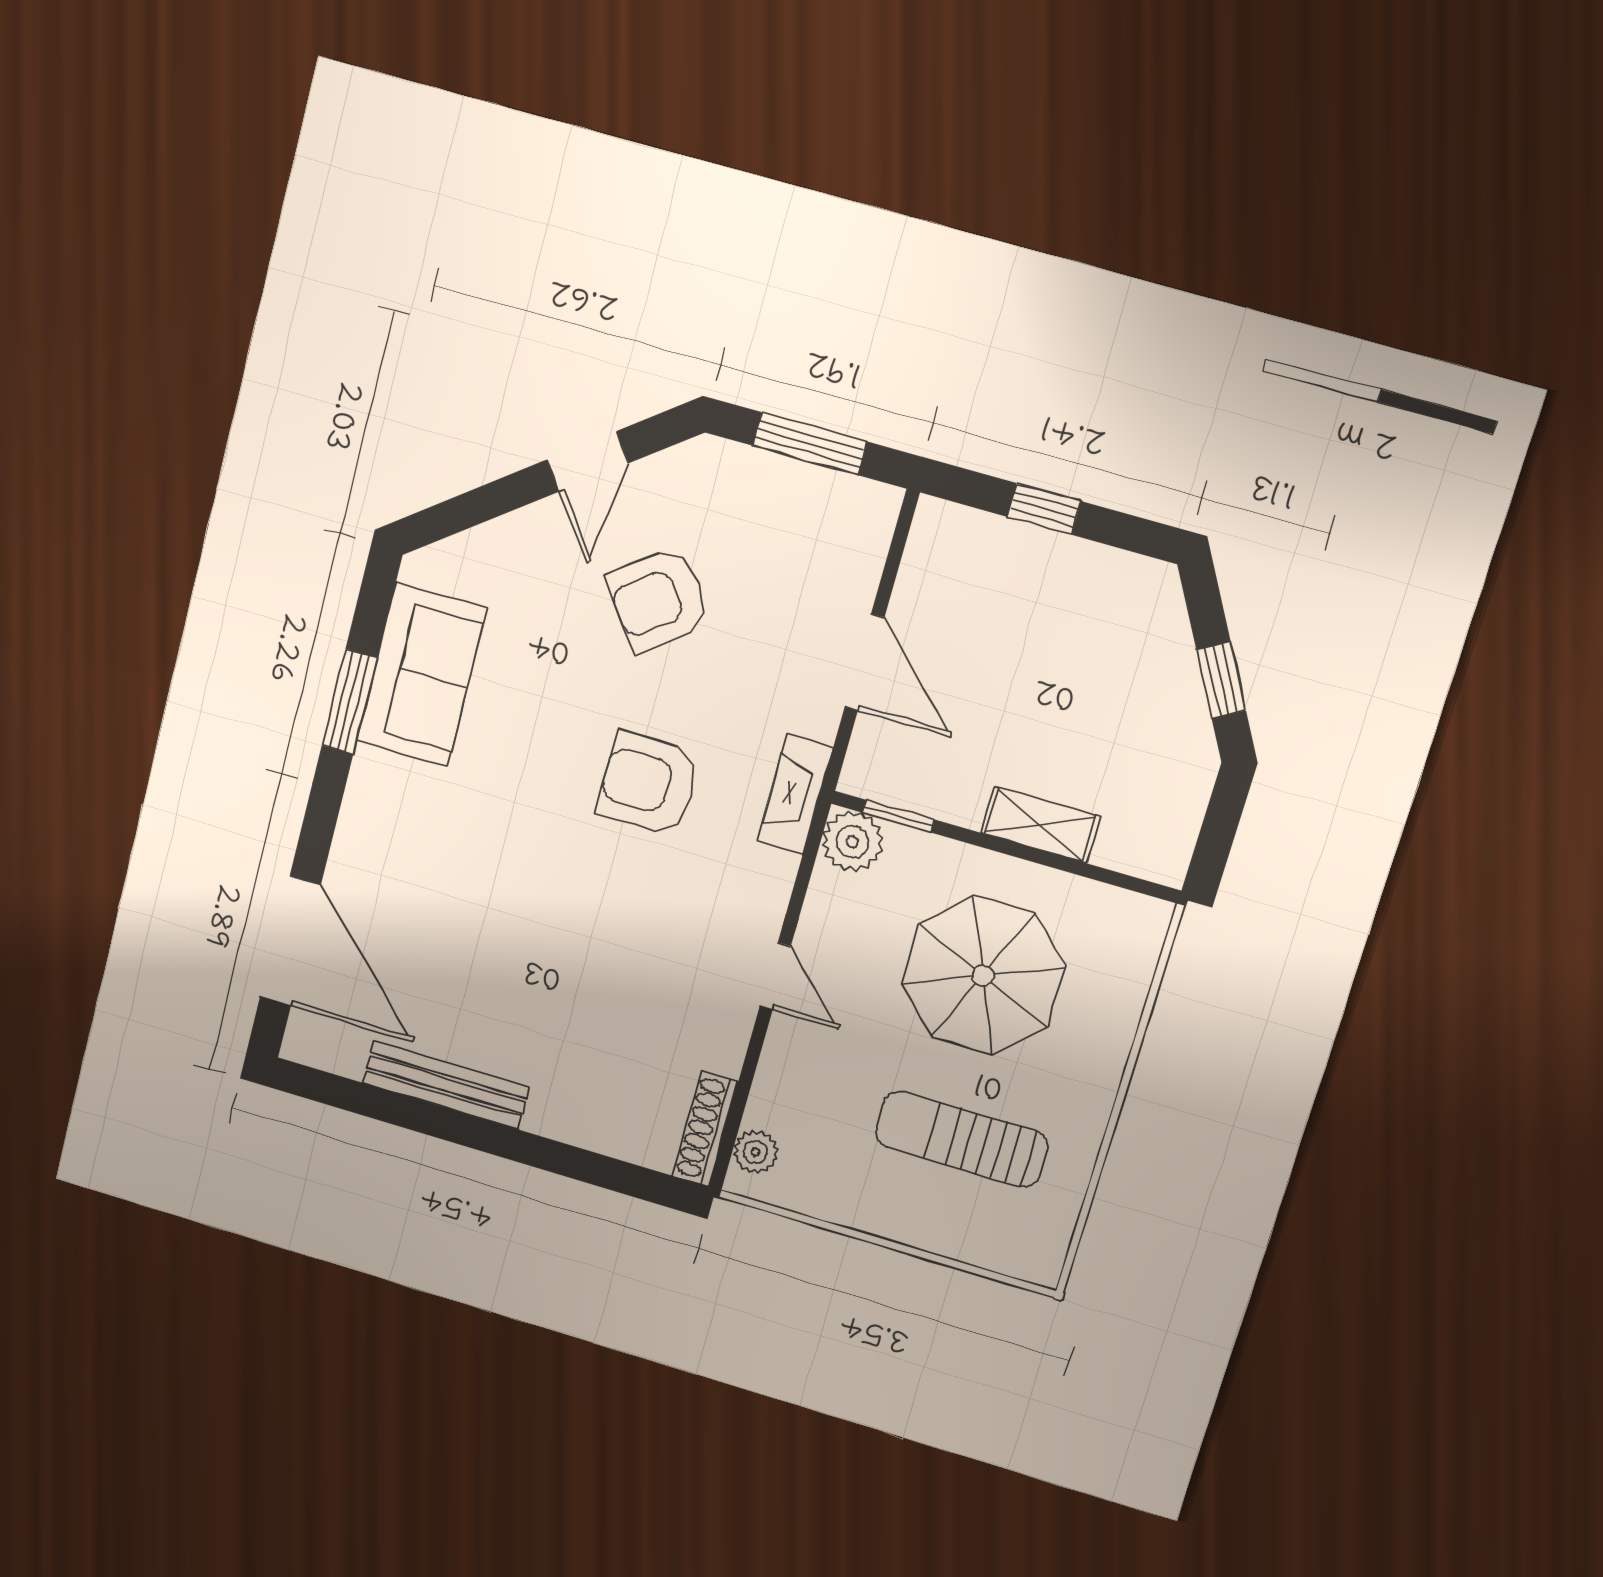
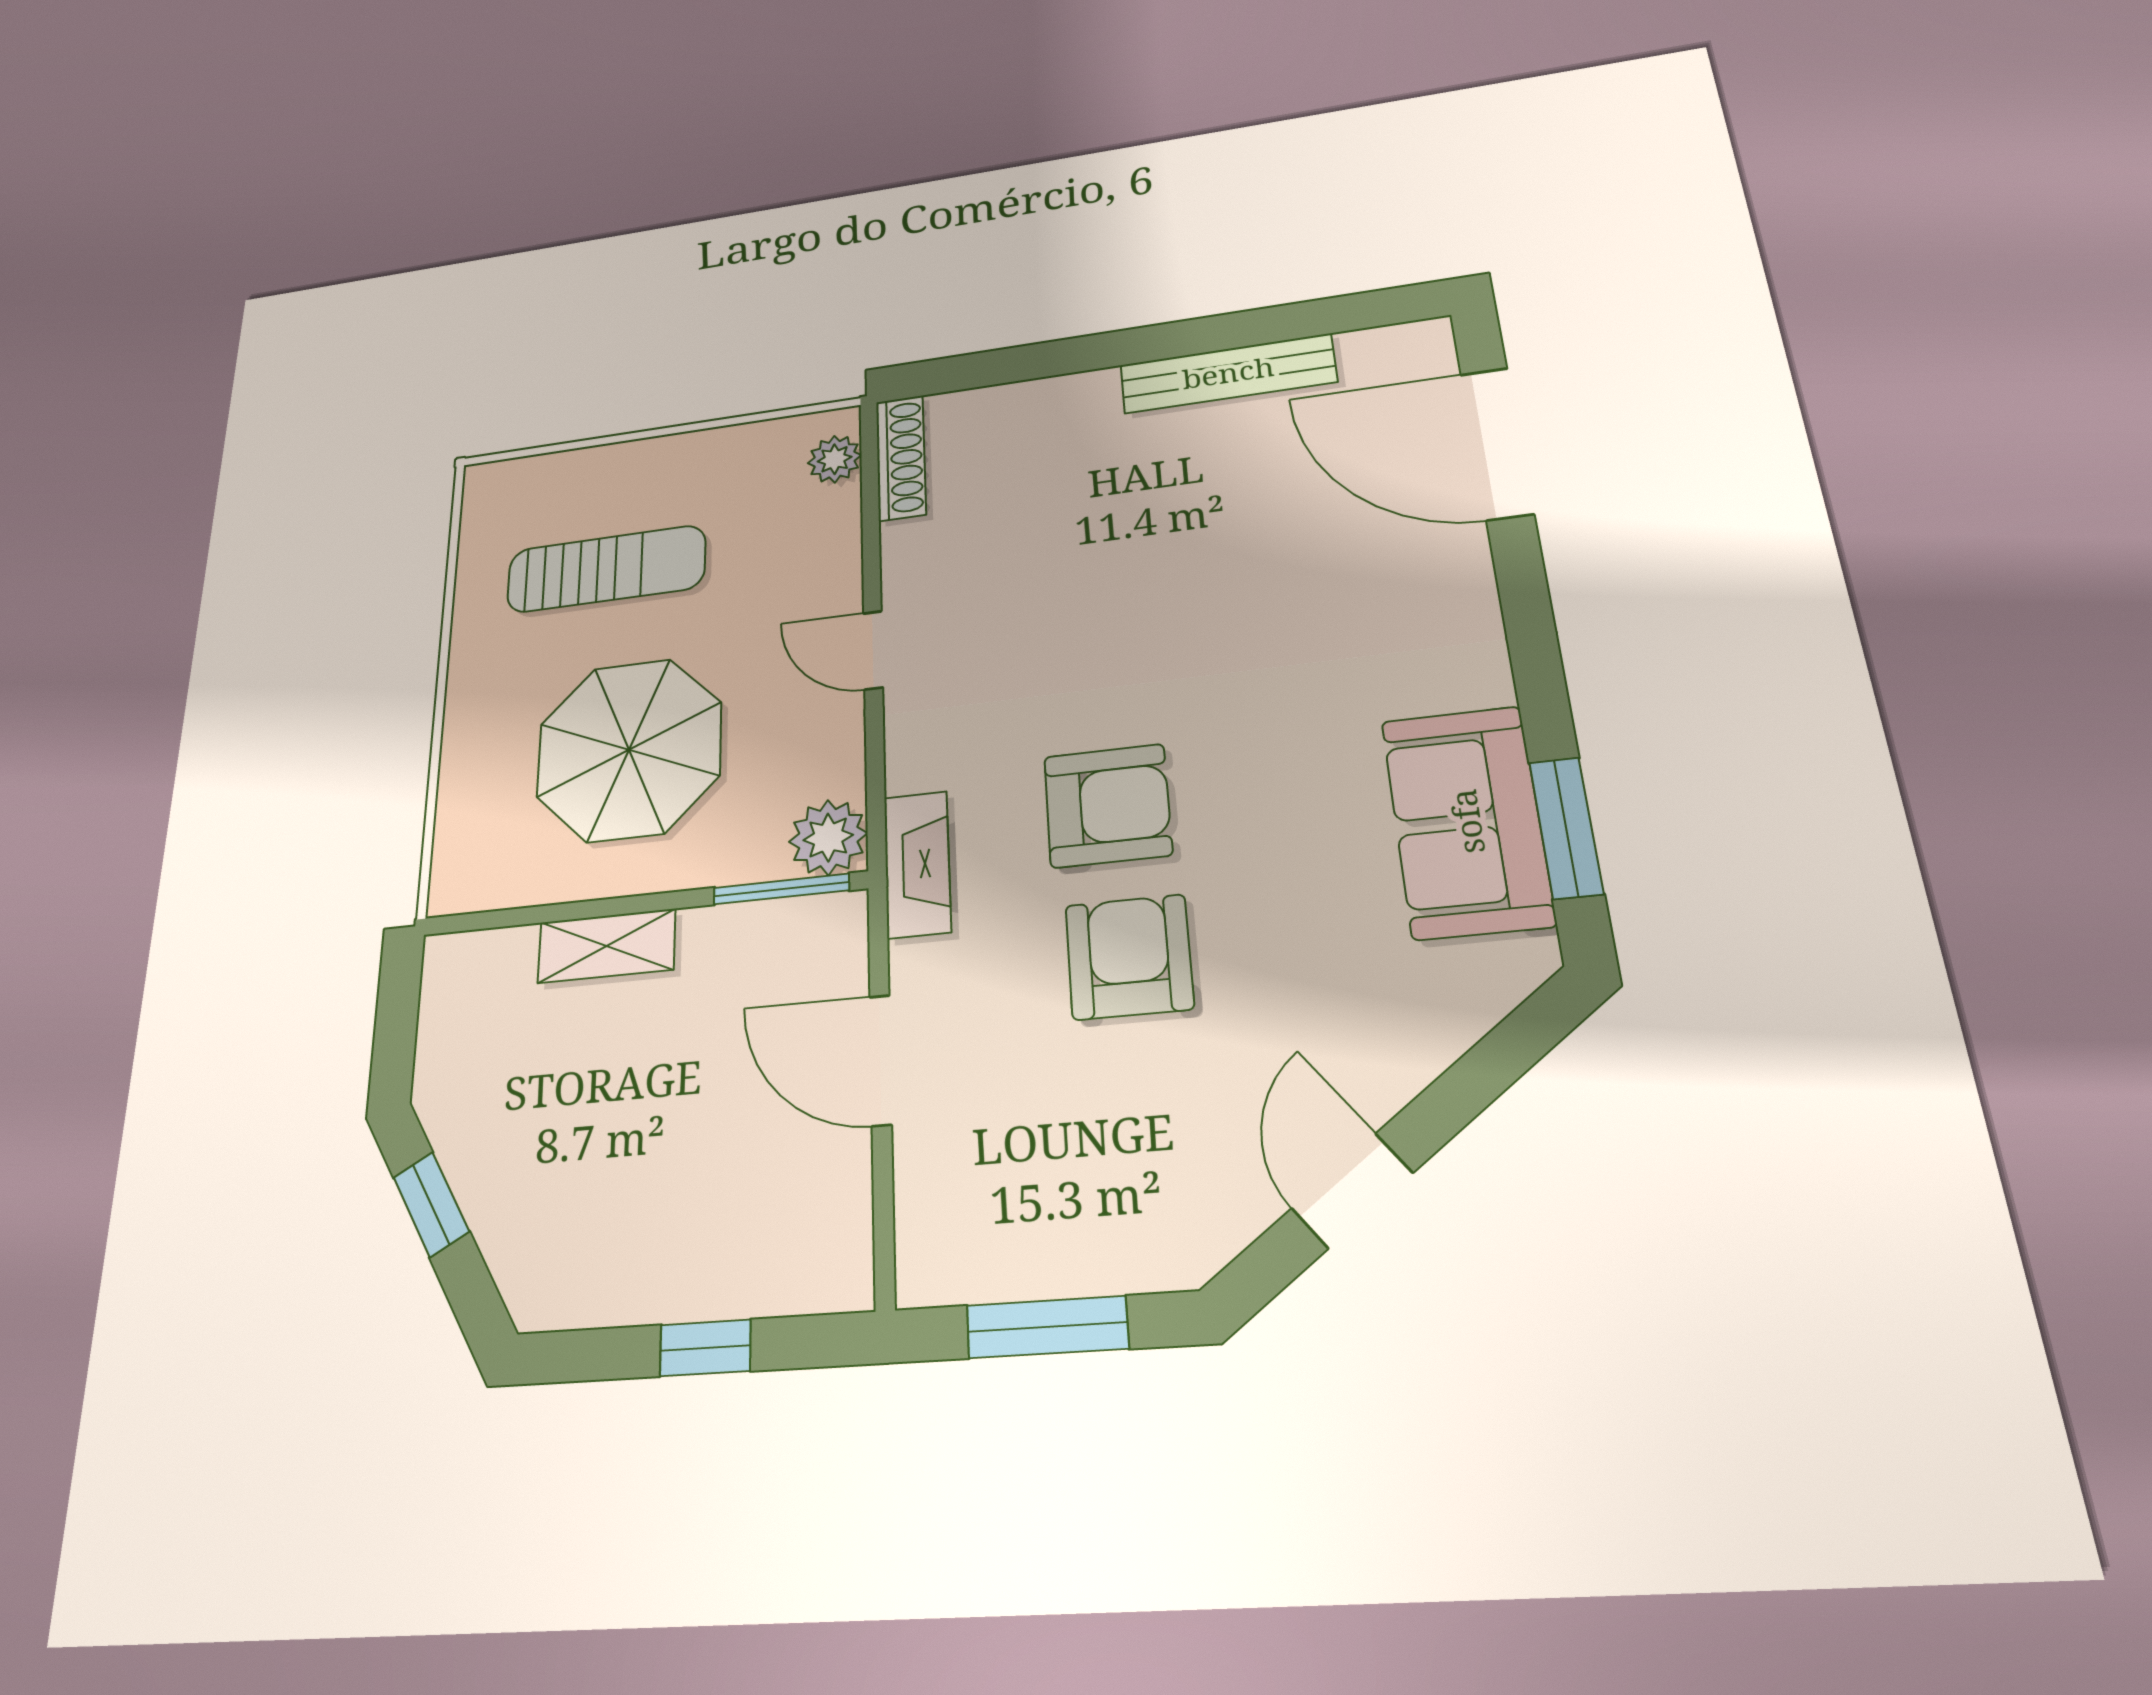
armchair: (659, 599) -> (1129, 957), moved, turned -53
window: (349, 702) -> (1566, 828), moved
window: (898, 816) -> (781, 889), width x1.50

